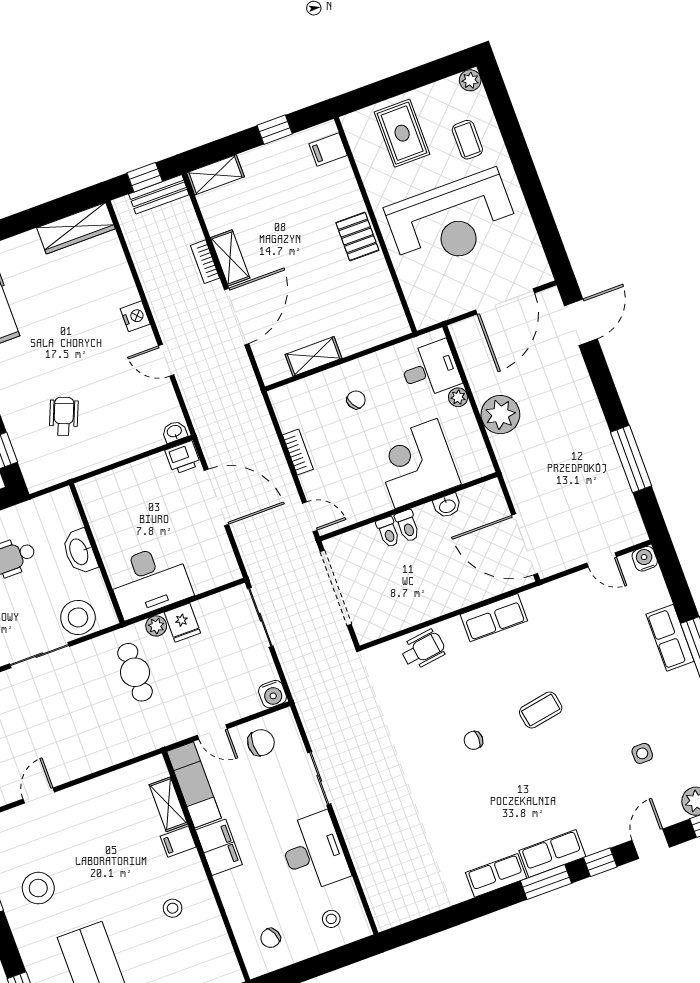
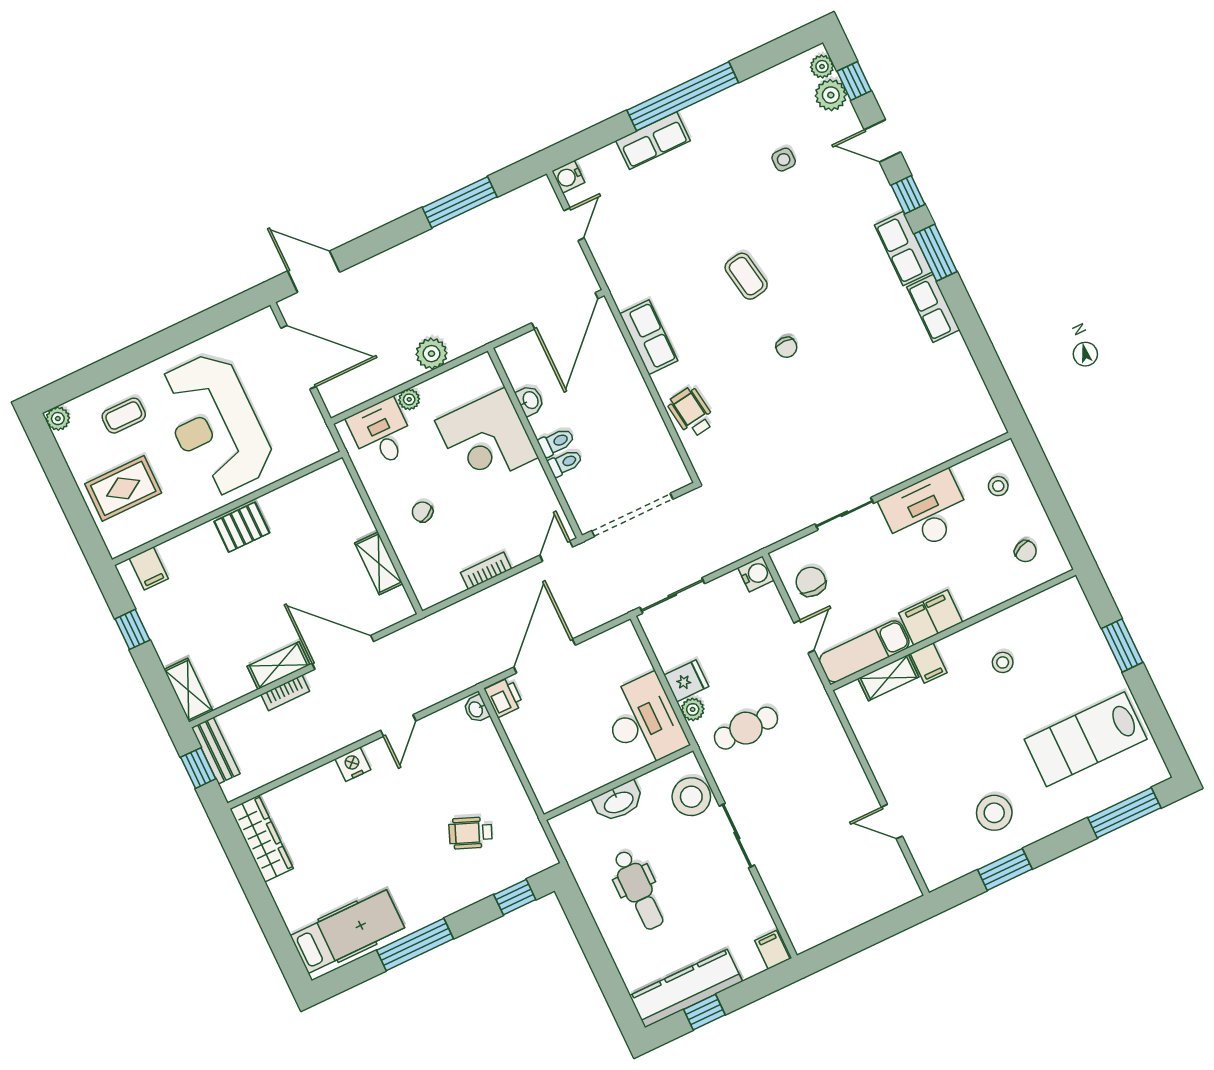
reception desk: (452, 221) -> (215, 424), turned 180
plant: (500, 415) -> (432, 354), width x0.73, depth x0.73

